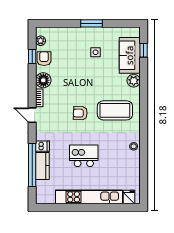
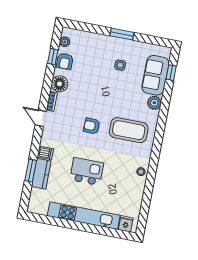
armchair: (44, 59) -> (65, 61), turned 180
window: (32, 165) -> (31, 171), width x0.47

